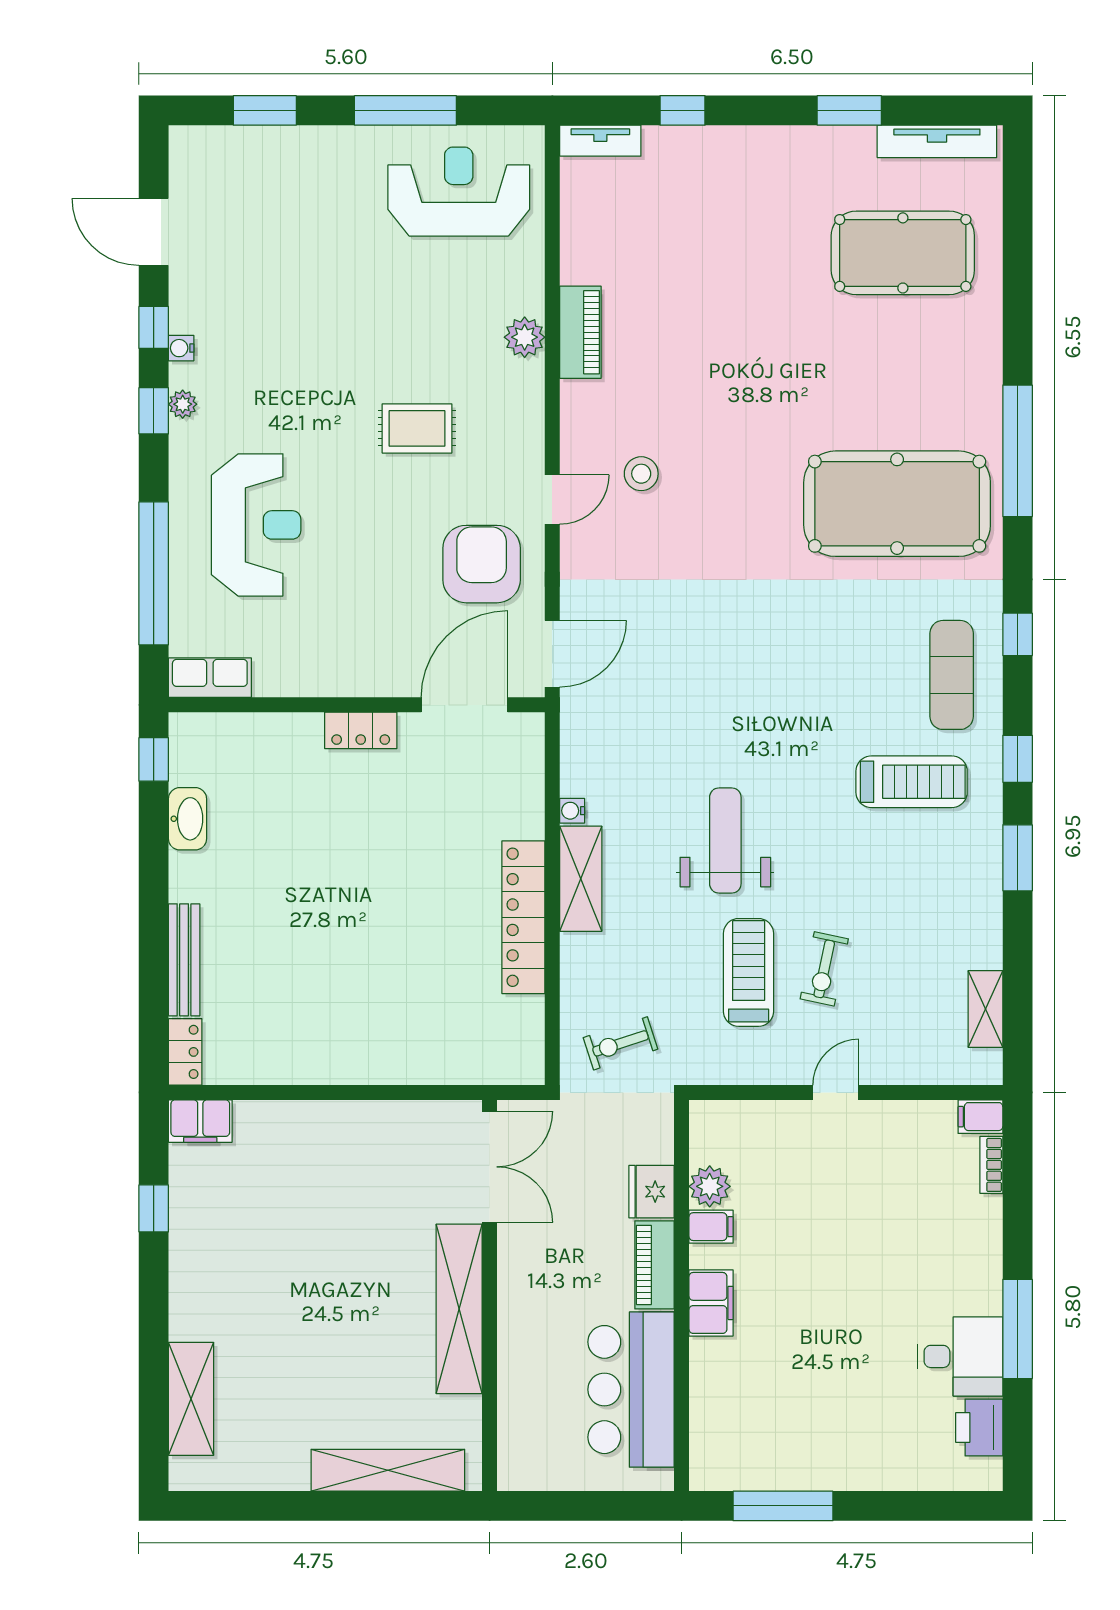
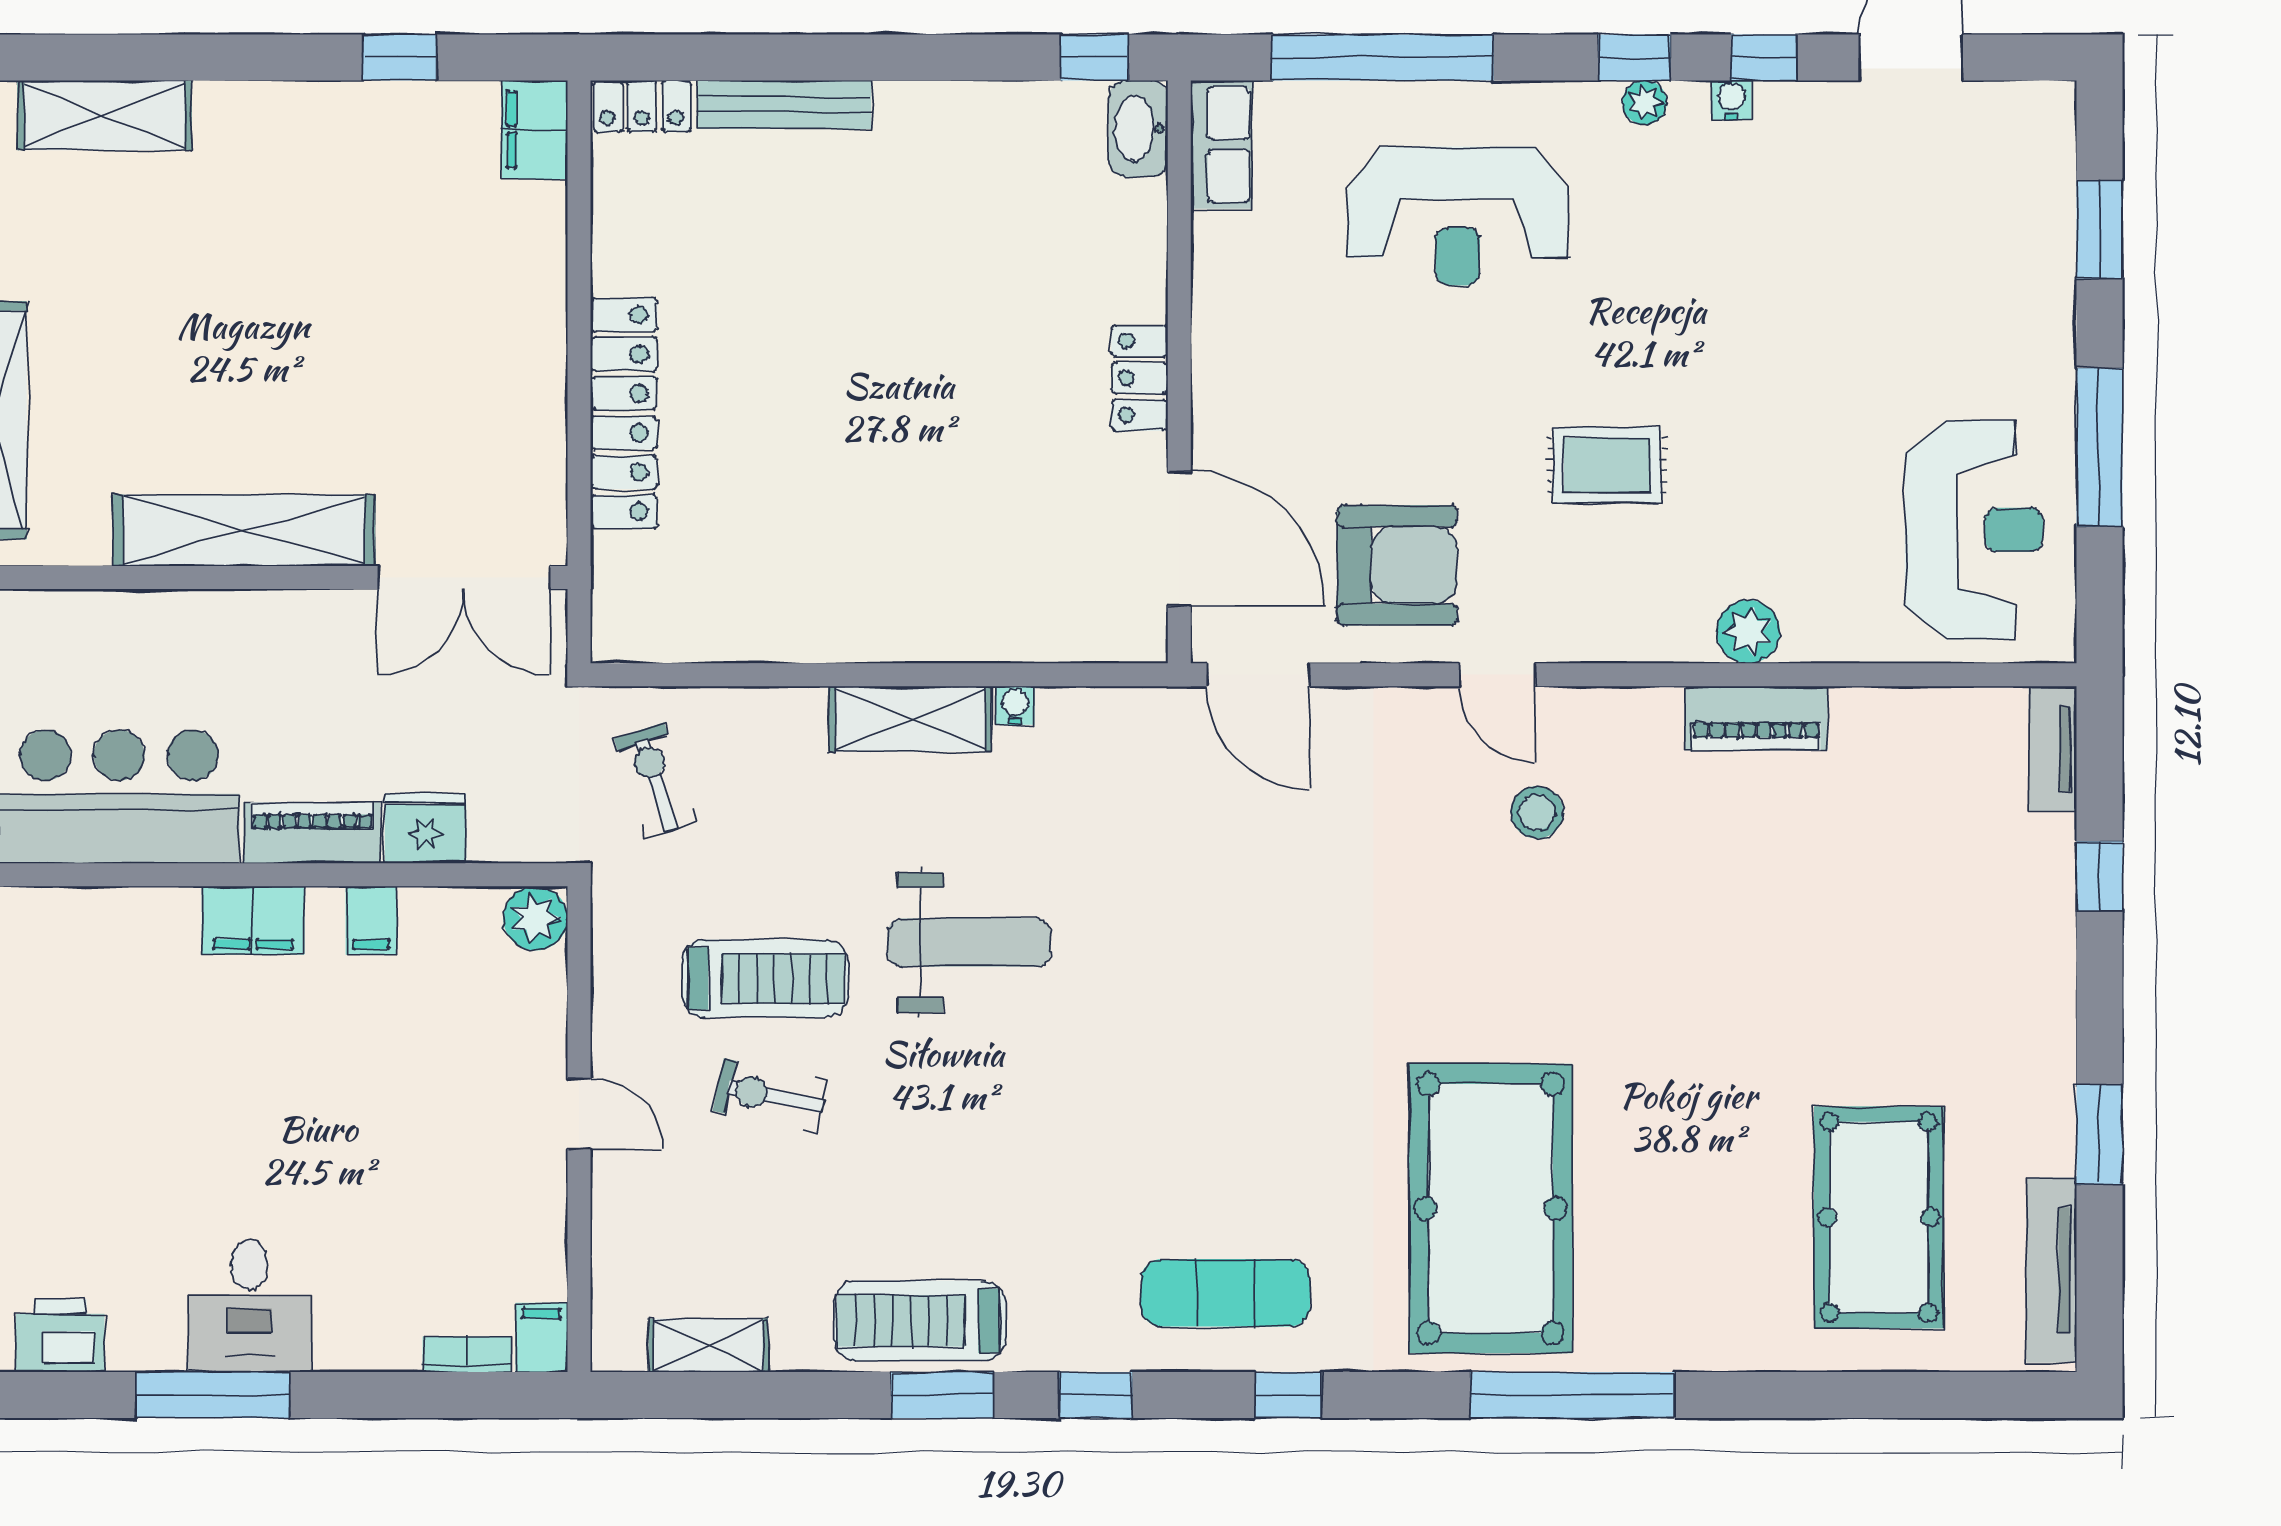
rug: (417, 428) -> (1607, 465), turned 90
treadmill: (912, 782) -> (920, 1321), moved, turned 90
washbasin: (187, 819) -> (1138, 129), moved, turned 90
locker: (523, 917) -> (624, 413), moved, turned 90
plant: (710, 1186) -> (535, 918), moved
desk: (960, 1356) -> (249, 1306), moved

